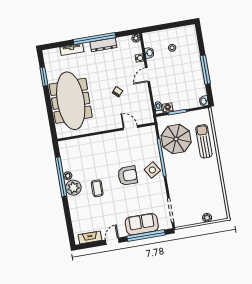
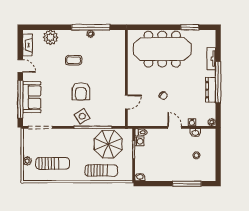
window: (205, 70) -> (187, 184), moved
plant: (73, 188) -> (51, 37), moved
sun lounger: (205, 192) -> (53, 163), added

